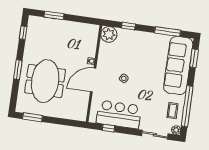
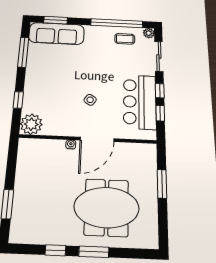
window: (23, 33) -> (55, 250), moved
sofa: (178, 65) -> (57, 34), width x0.74, depth x0.79
door: (93, 80) -> (97, 139), hinge flipped
window: (32, 117) -> (162, 184), moved
window: (126, 131) -> (160, 91), added

